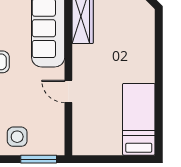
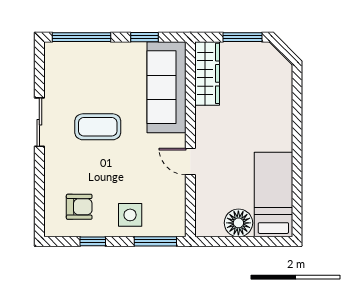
floor lamp: (109, 143) -> (238, 223), added

